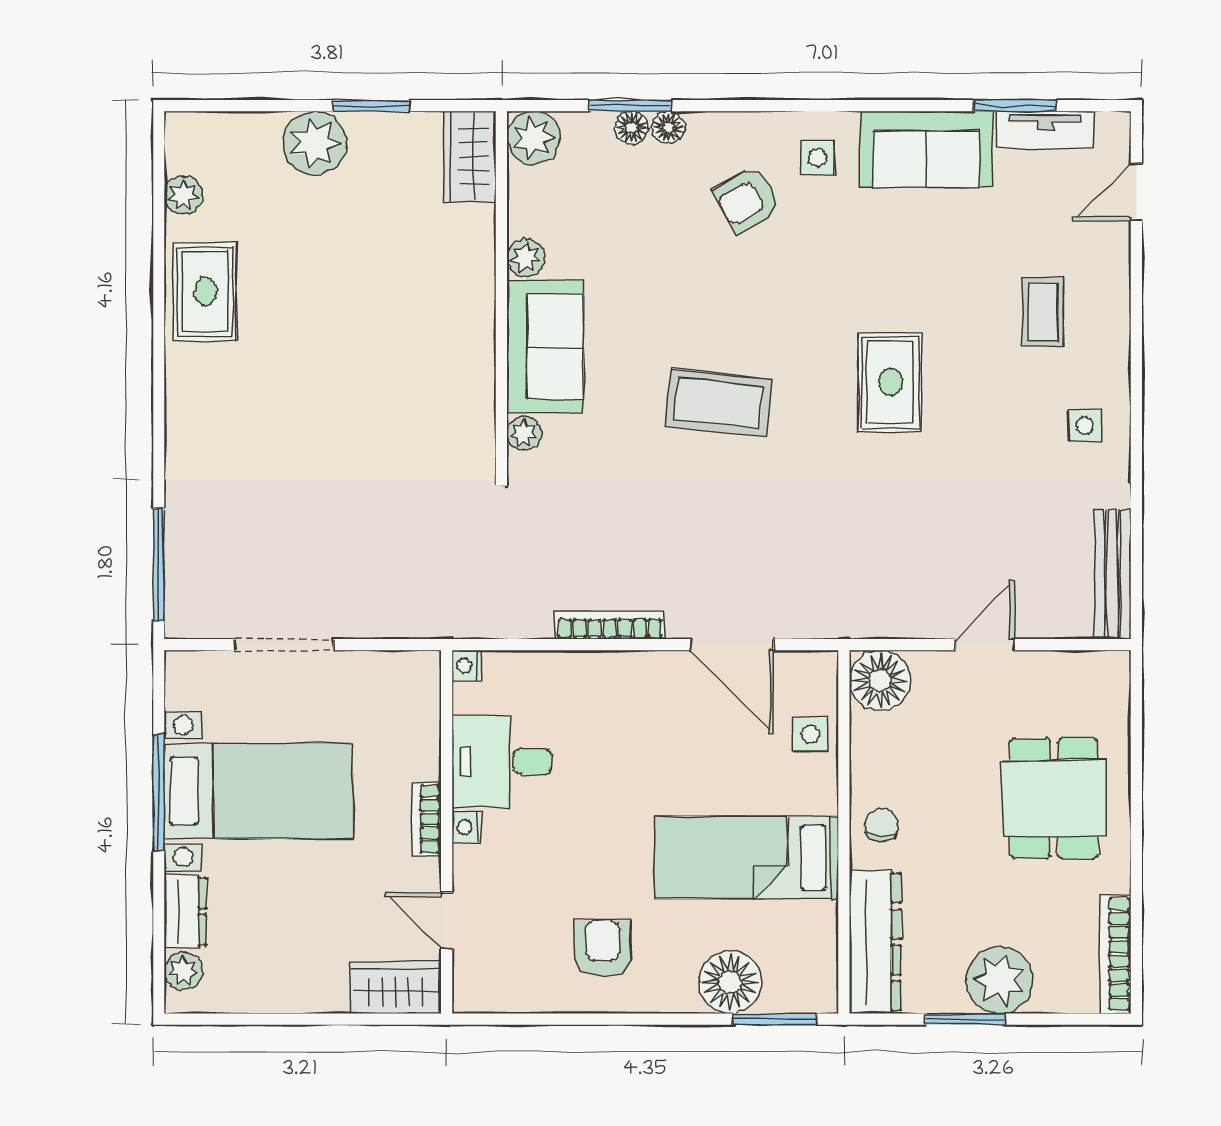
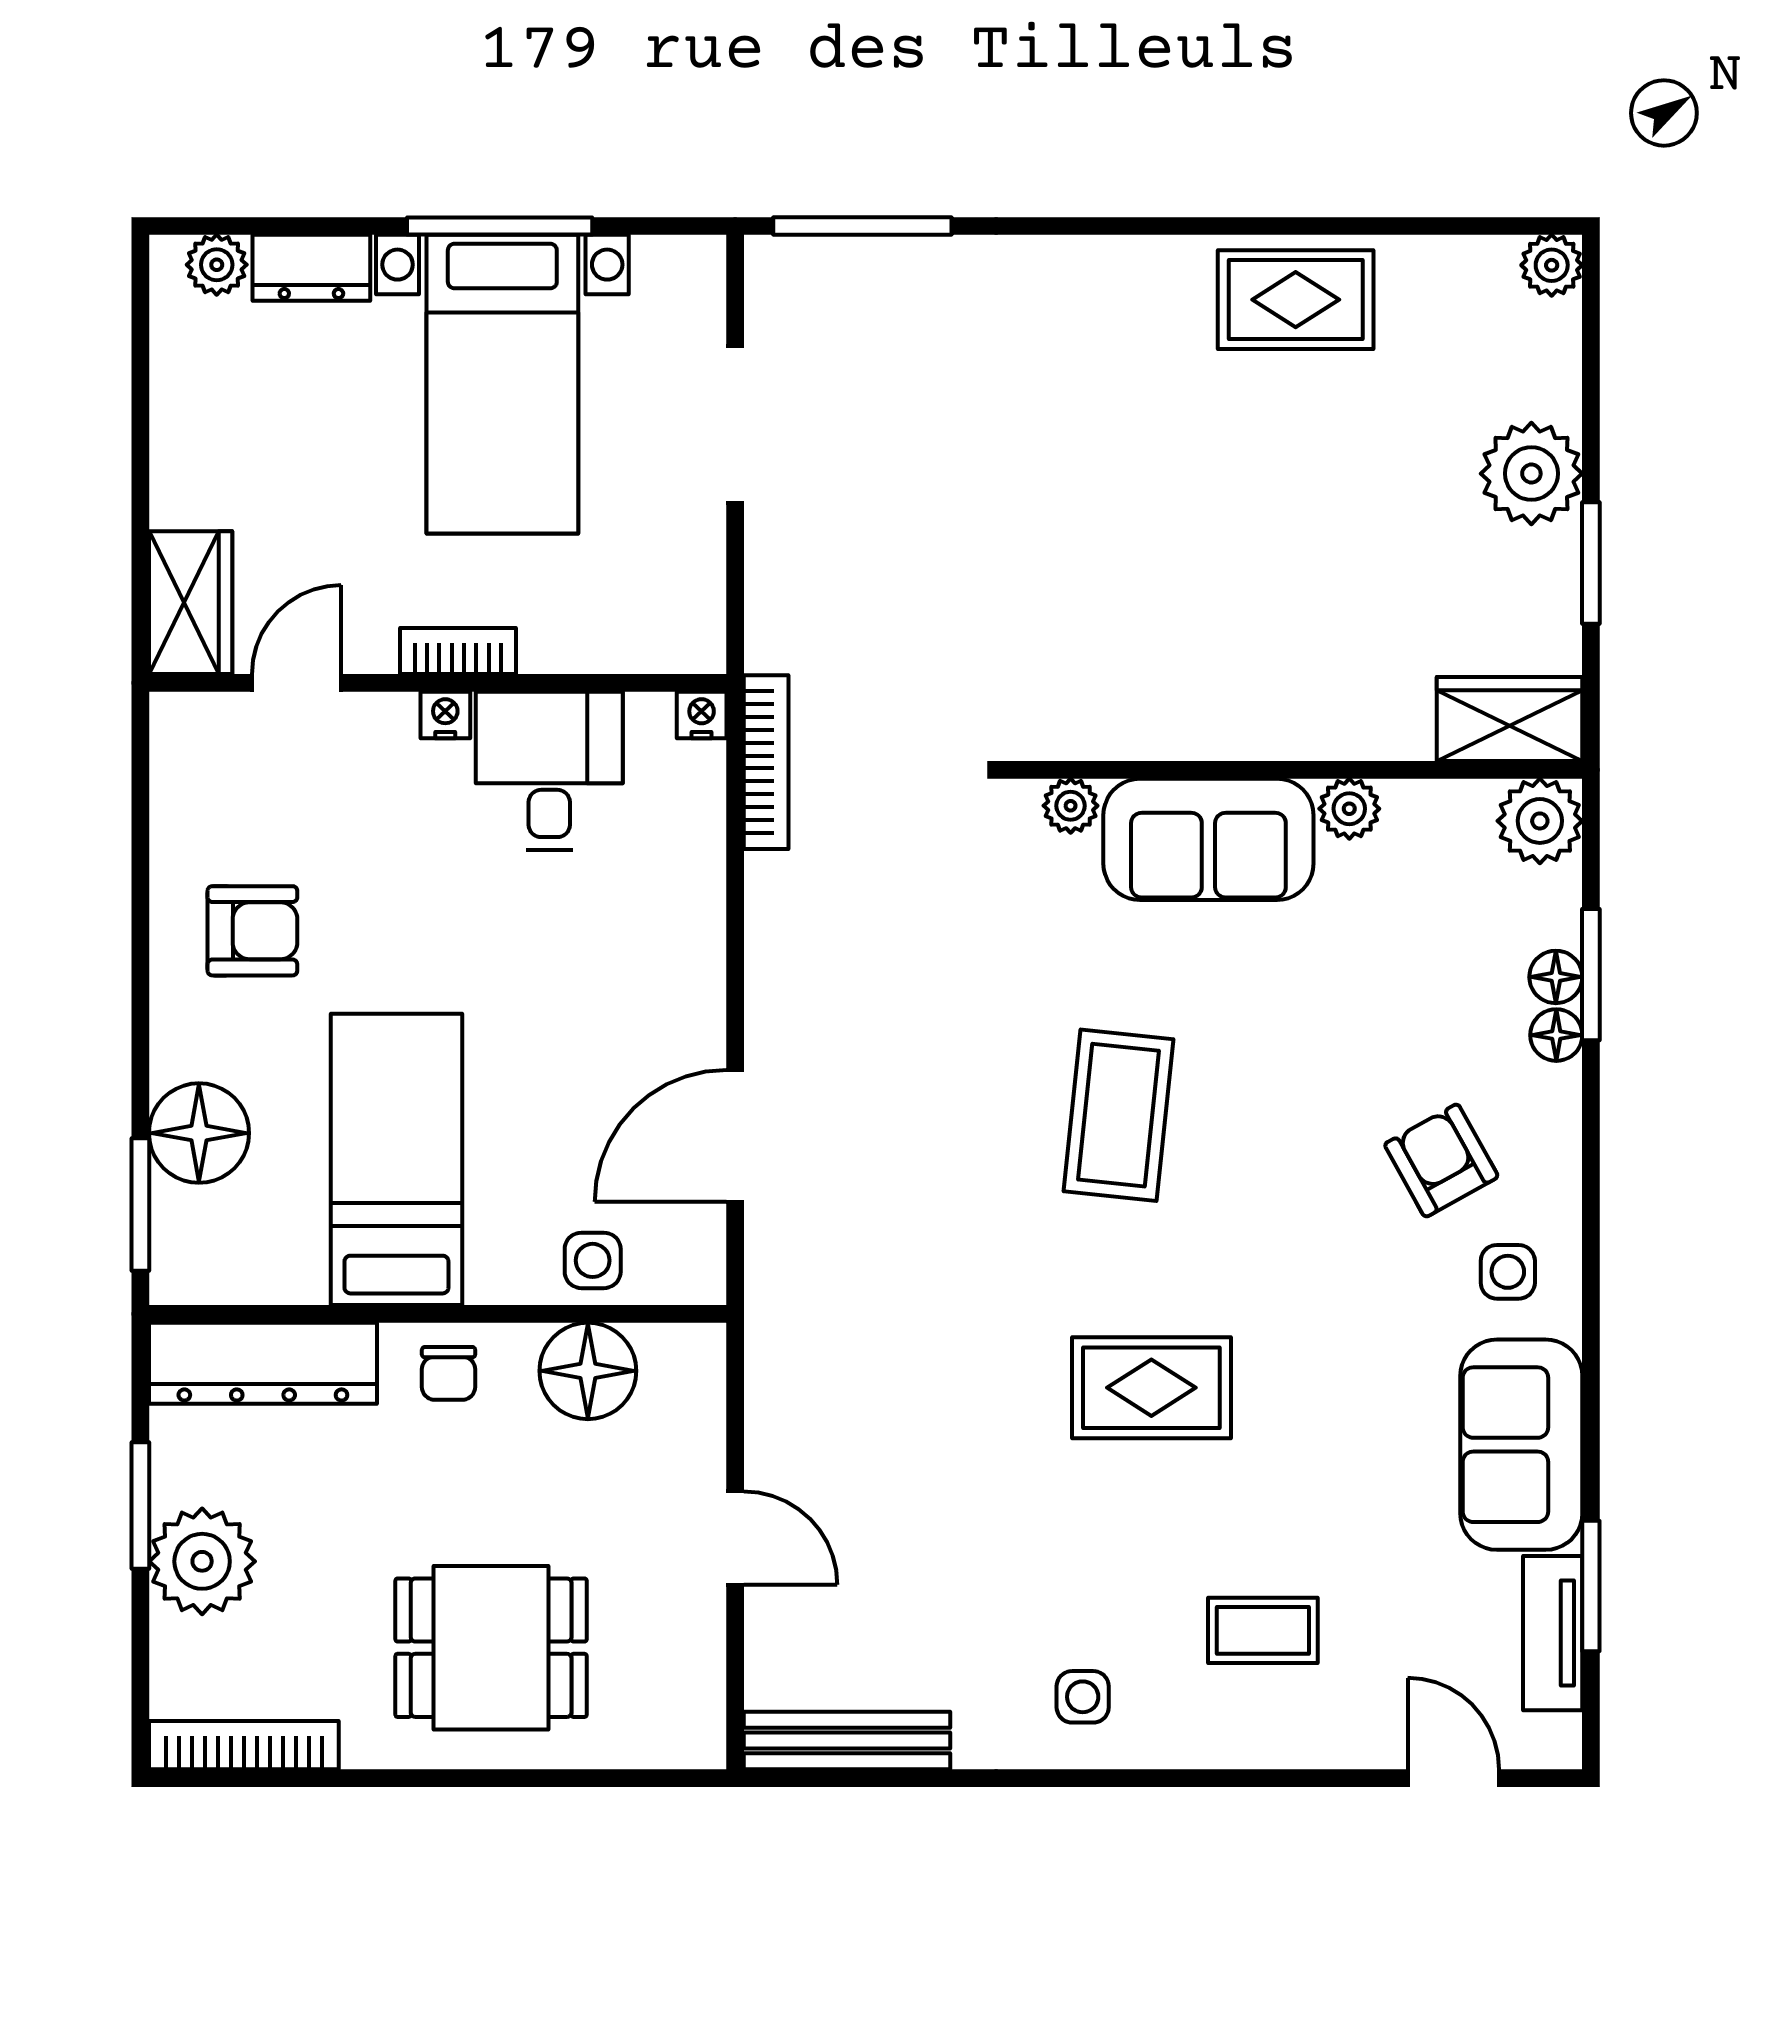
plant: (183, 195) -> (1552, 265), moved
bookcase: (610, 625) -> (766, 762), moved
floor lamp: (880, 680) -> (588, 1371), moved
chair: (881, 825) -> (449, 1373), turned 90

